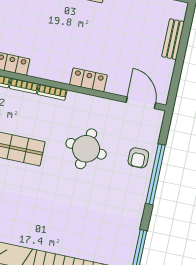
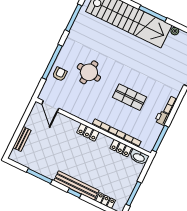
locker: (88, 80) -> (88, 132), moved
round table: (86, 149) -> (89, 72), moved

